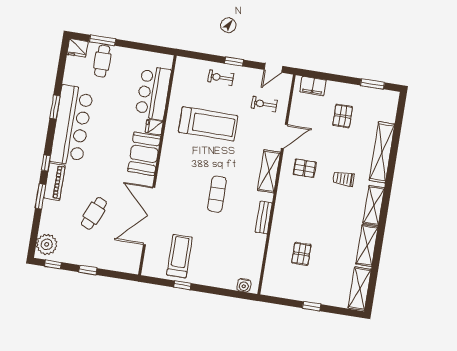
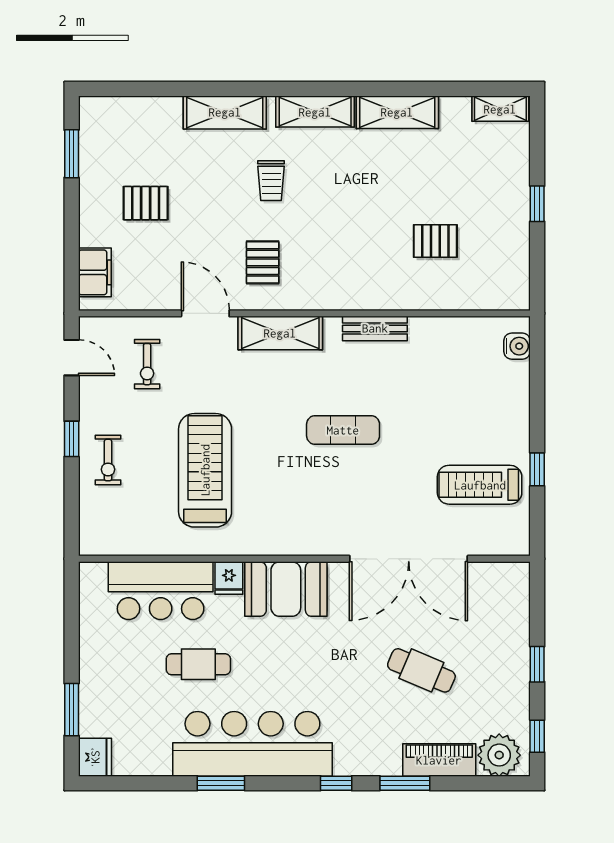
cafe table: (102, 61) -> (198, 664), moved
shelving: (382, 152) -> (225, 112), width x0.68
piano: (54, 182) -> (439, 760), moved
shelving: (360, 289) -> (500, 109), width x0.67, depth x0.75

